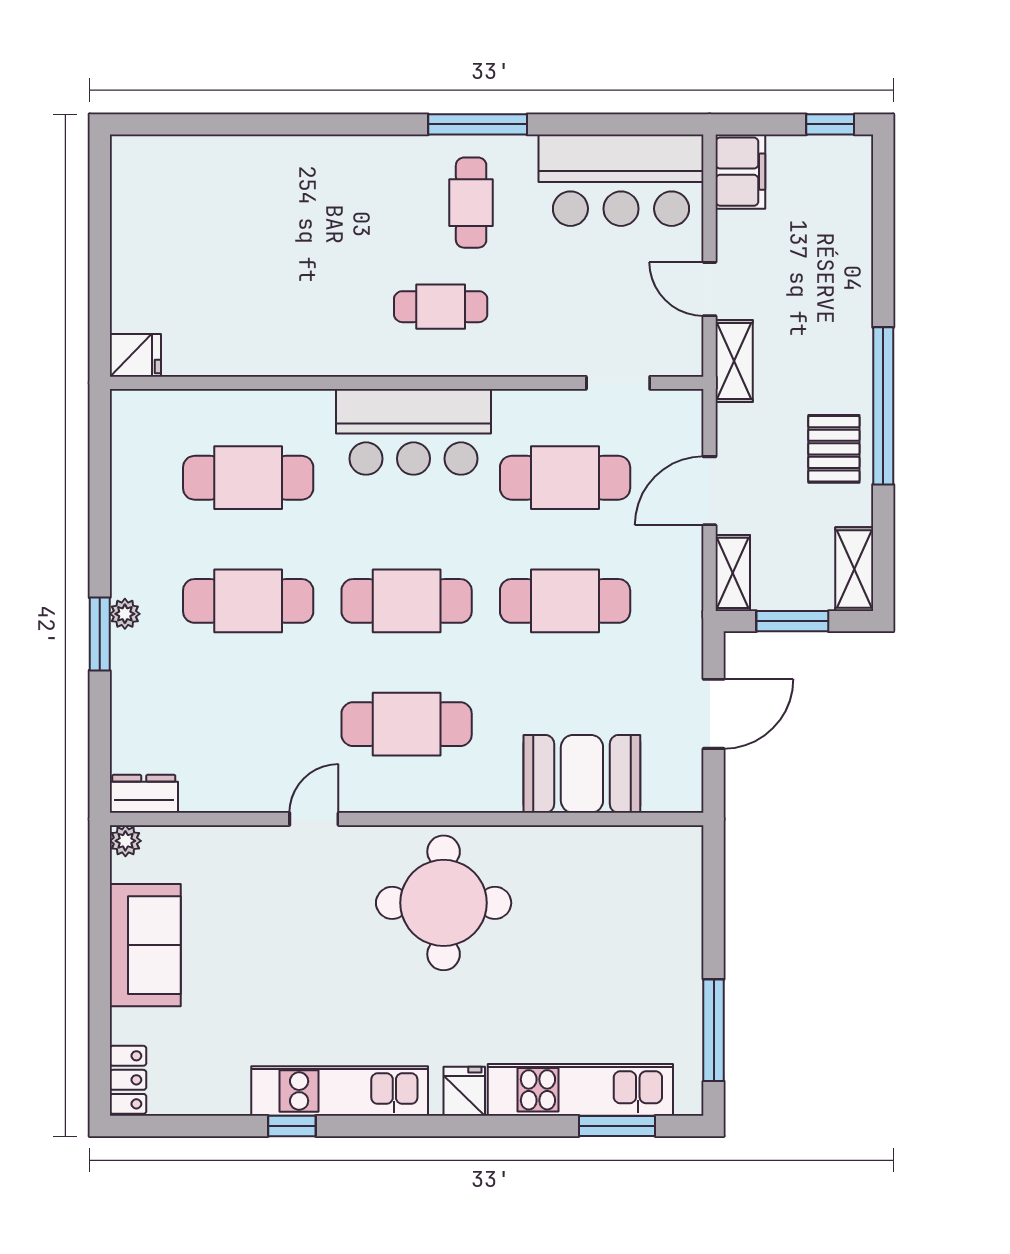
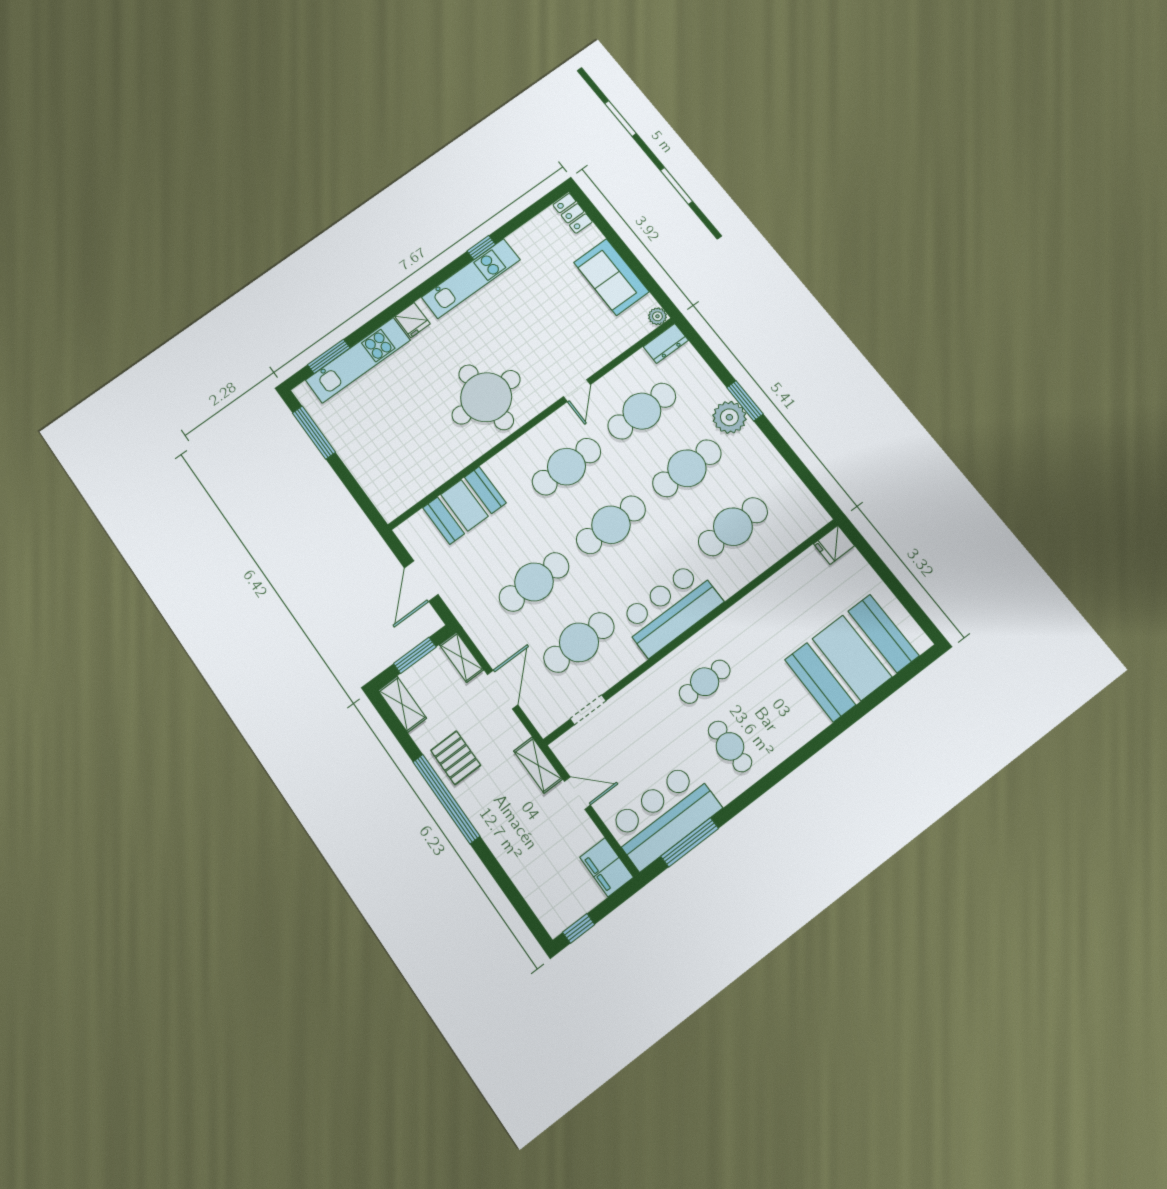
window: (478, 124) -> (690, 842), moved
booth: (228, 196) -> (852, 658), added
plant: (125, 614) -> (729, 417), width x1.88, depth x1.88
cafe table: (248, 724) -> (642, 411), added

